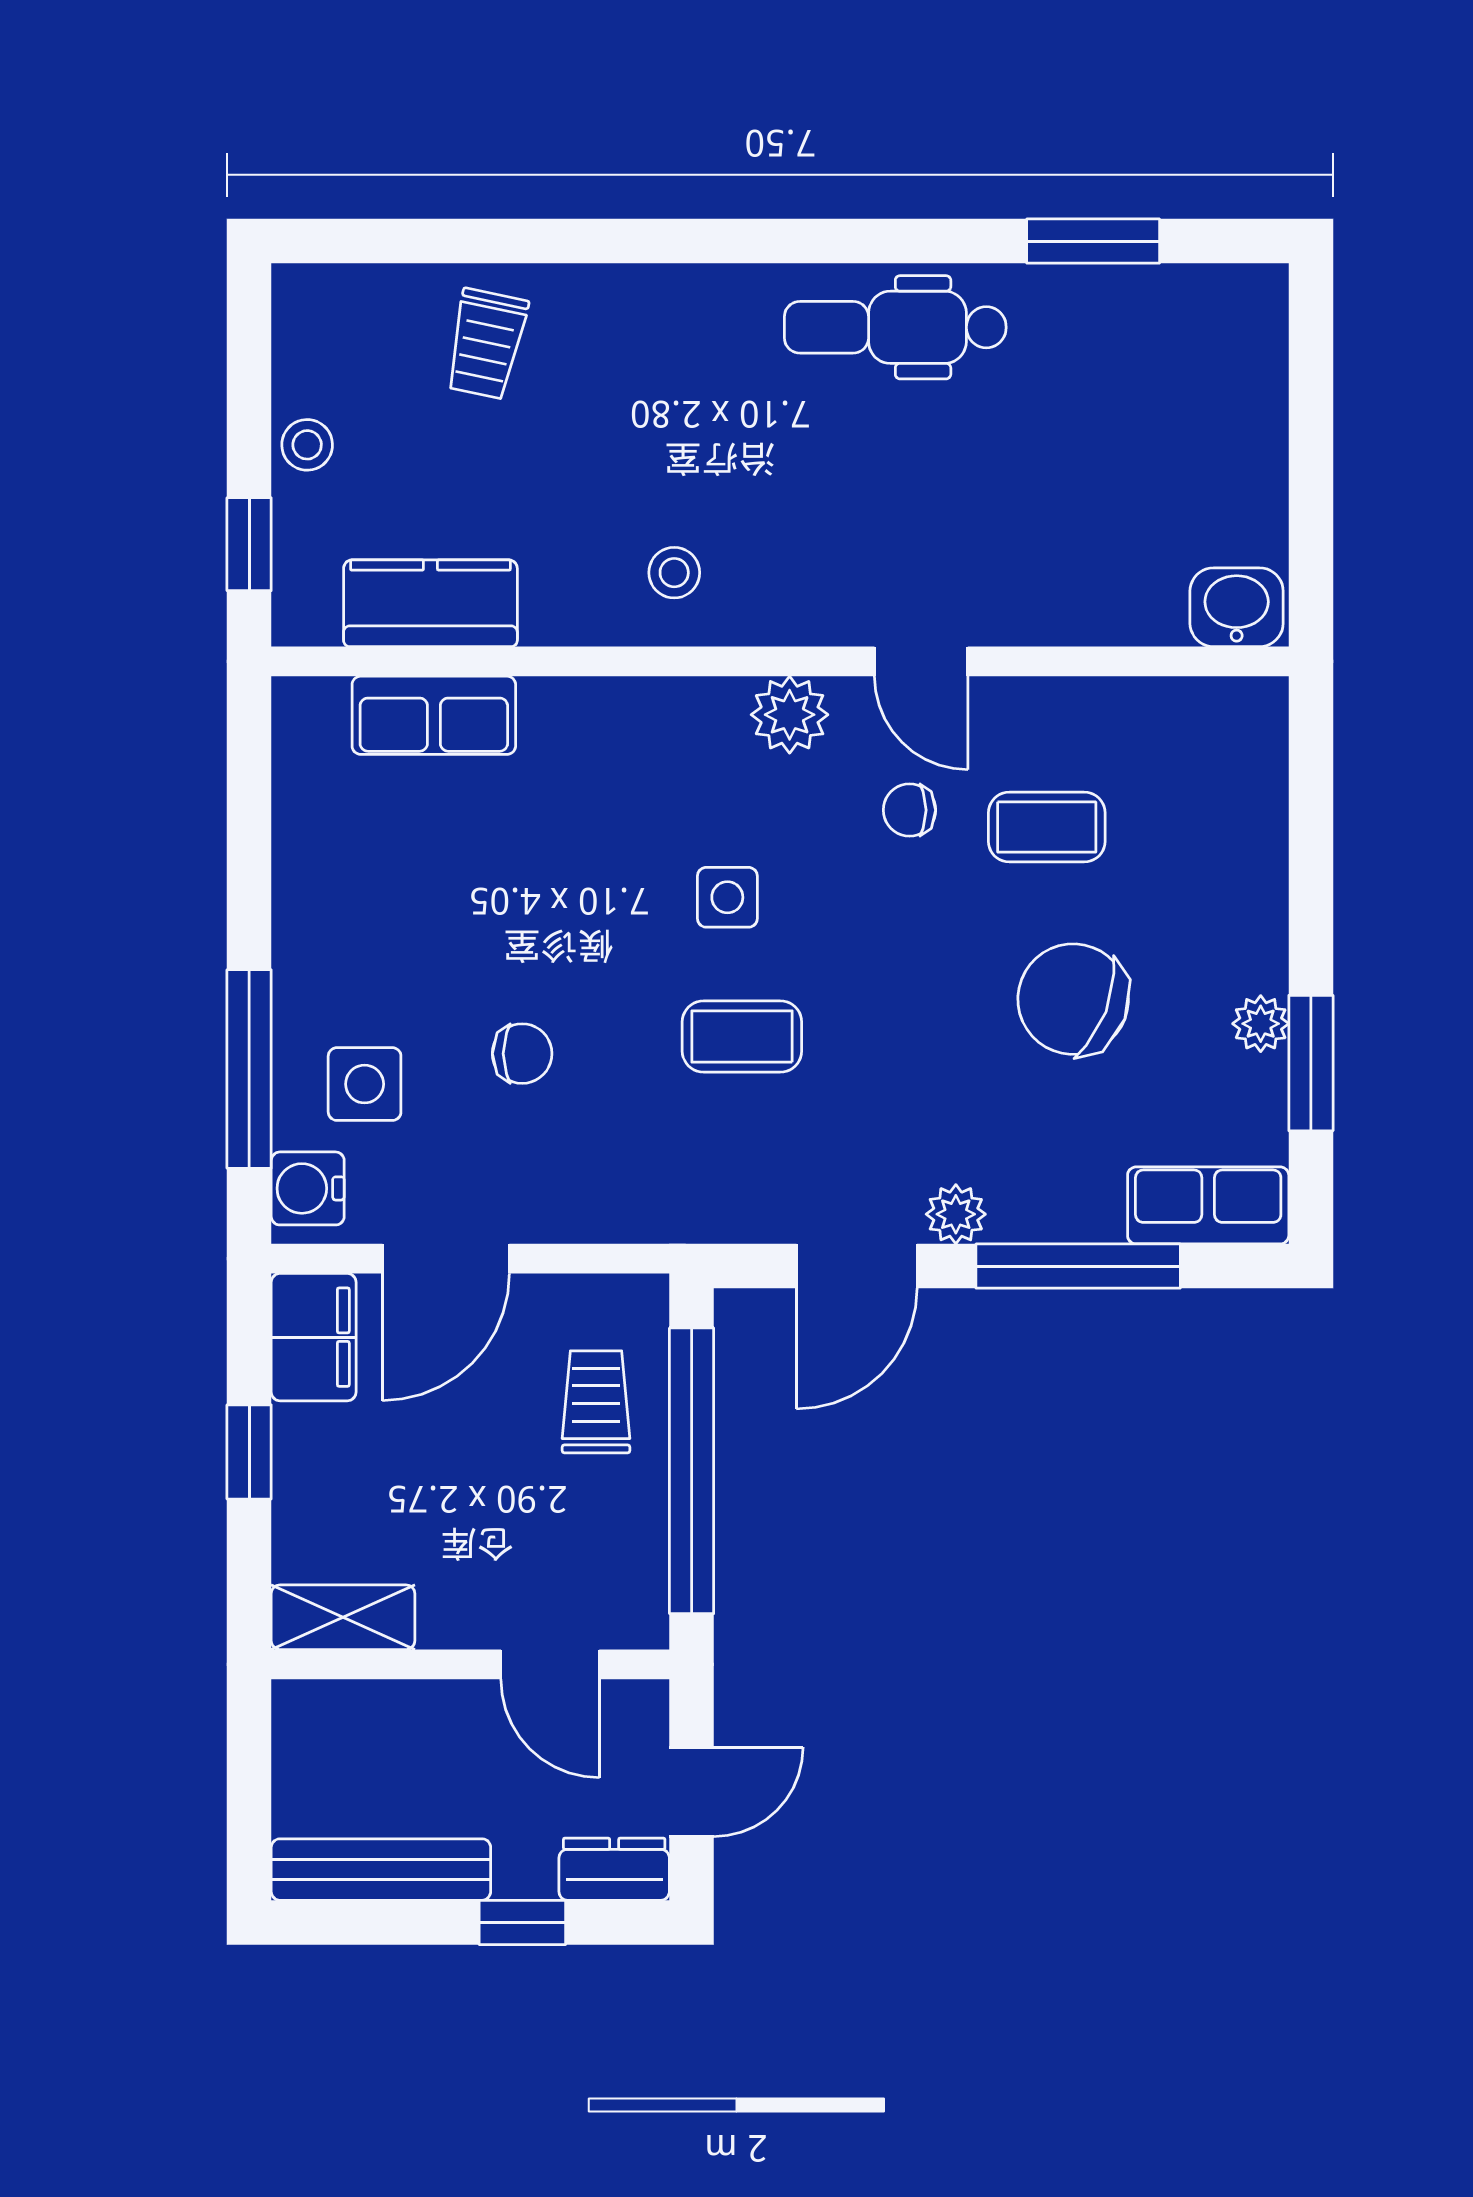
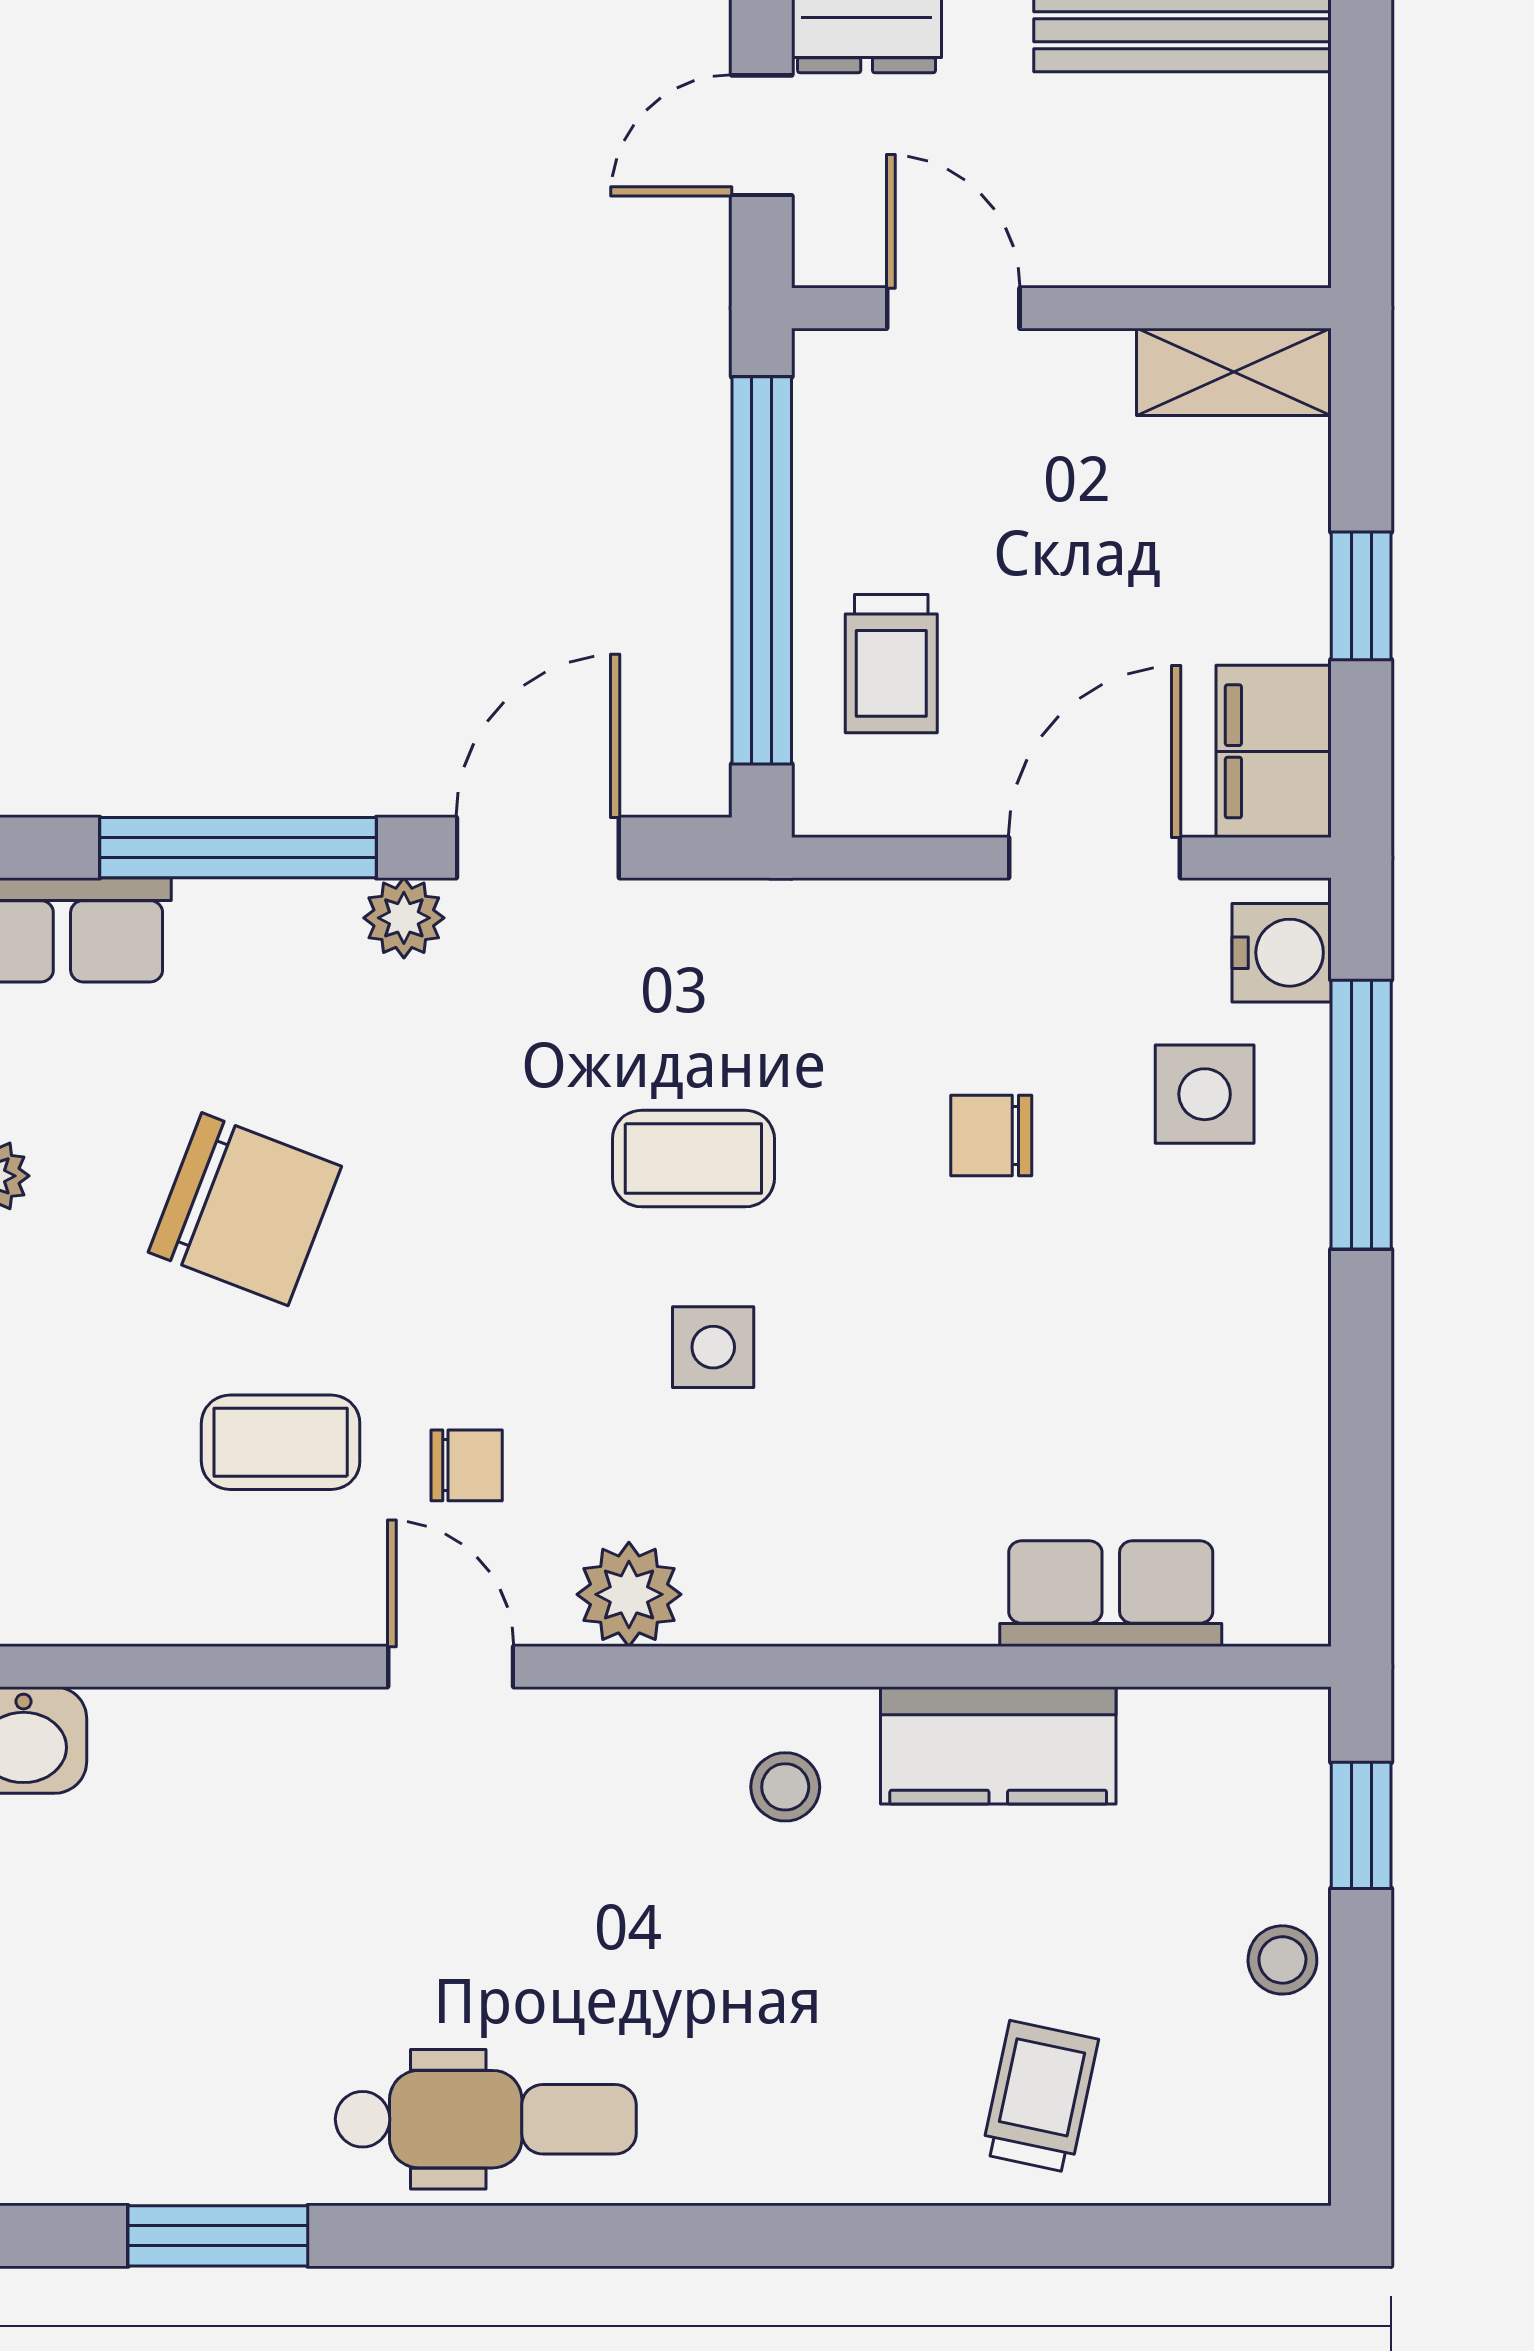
kitchen counter: (430, 603) -> (998, 1745), moved

